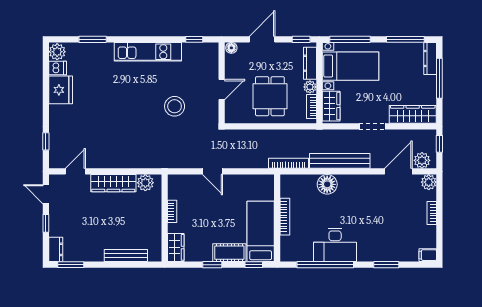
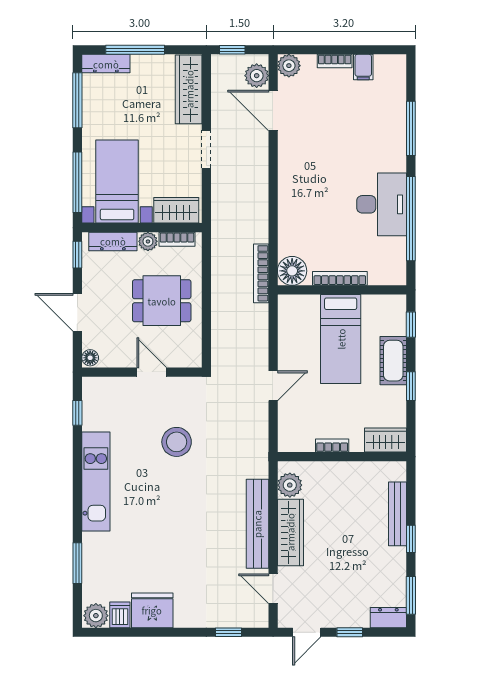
bench: (340, 161) -> (257, 524), moved
floor lamp: (327, 184) -> (292, 271), moved
bed: (261, 231) -> (341, 339), moved, turned -90
filing cabinet: (428, 255) -> (363, 67), moved
window: (109, 265) -> (411, 539), added
window: (386, 265) -> (411, 128), width x1.44

